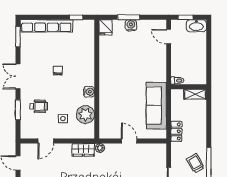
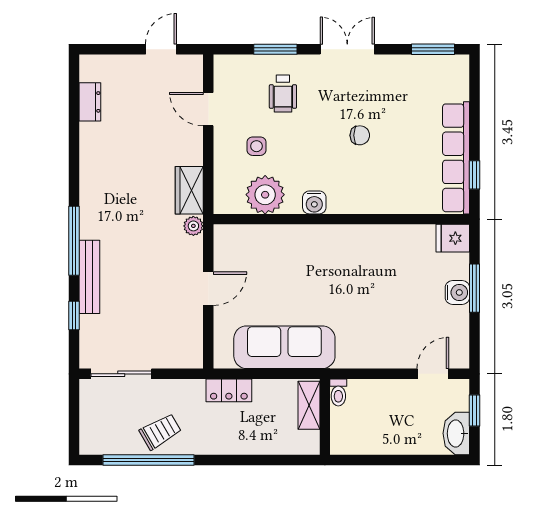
row of seats: (46, 26) -> (456, 158), moved
shelving: (195, 94) -> (309, 405), moved

